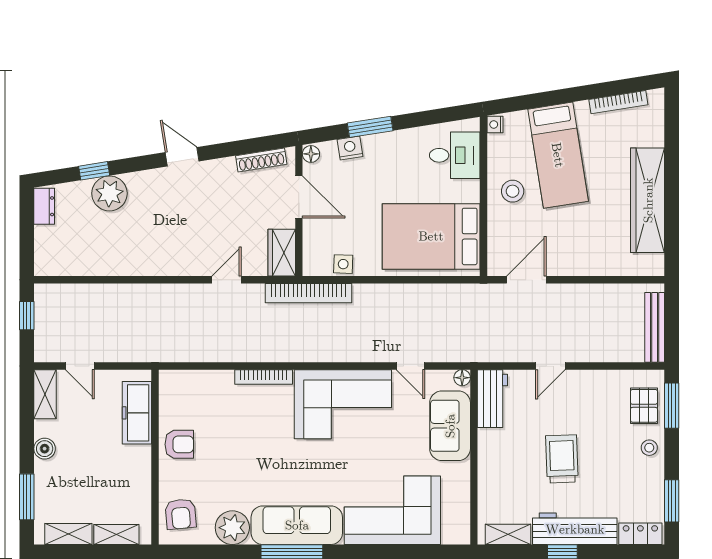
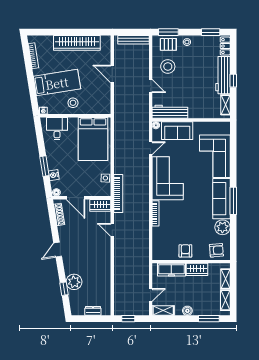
door: (299, 197) -> (76, 198), swing flipped
dresser: (44, 206) -> (93, 311), moved
door: (526, 280) -> (112, 74), moved
workbench: (492, 399) -> (170, 112), width x1.38
stool: (594, 405) -> (168, 66), added
trolley: (562, 459) -> (192, 81), removed
wardrobe: (138, 470) -> (197, 269), added

